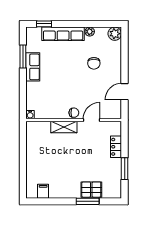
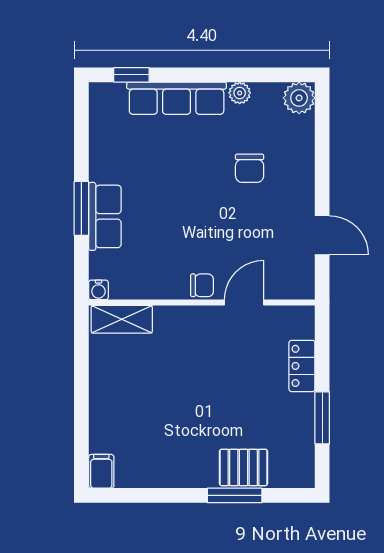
window: (23, 57) -> (81, 208), moved
row of seats: (33, 67) -> (105, 216), moved
door: (125, 92) -> (322, 235), swing flipped
shelving: (64, 127) -> (122, 319), moved
filing cabinet: (43, 191) -> (101, 471), moved

